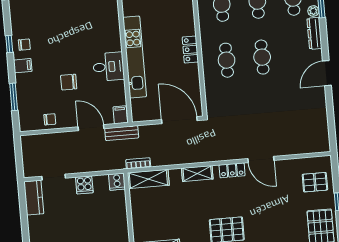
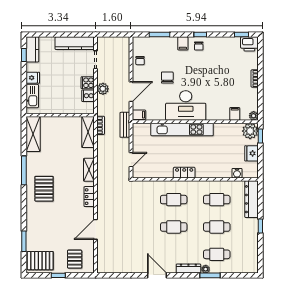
desk: (108, 67) -> (186, 105), width x1.87, depth x1.30
door: (179, 120) -> (131, 160), width x0.53
bench: (122, 133) -> (125, 125), moved
door: (261, 159) -> (96, 229), moved
plant: (90, 165) -> (103, 89), added
cooker: (117, 182) -> (88, 96), moved
kitchen counter: (34, 198) -> (75, 43), width x1.50

